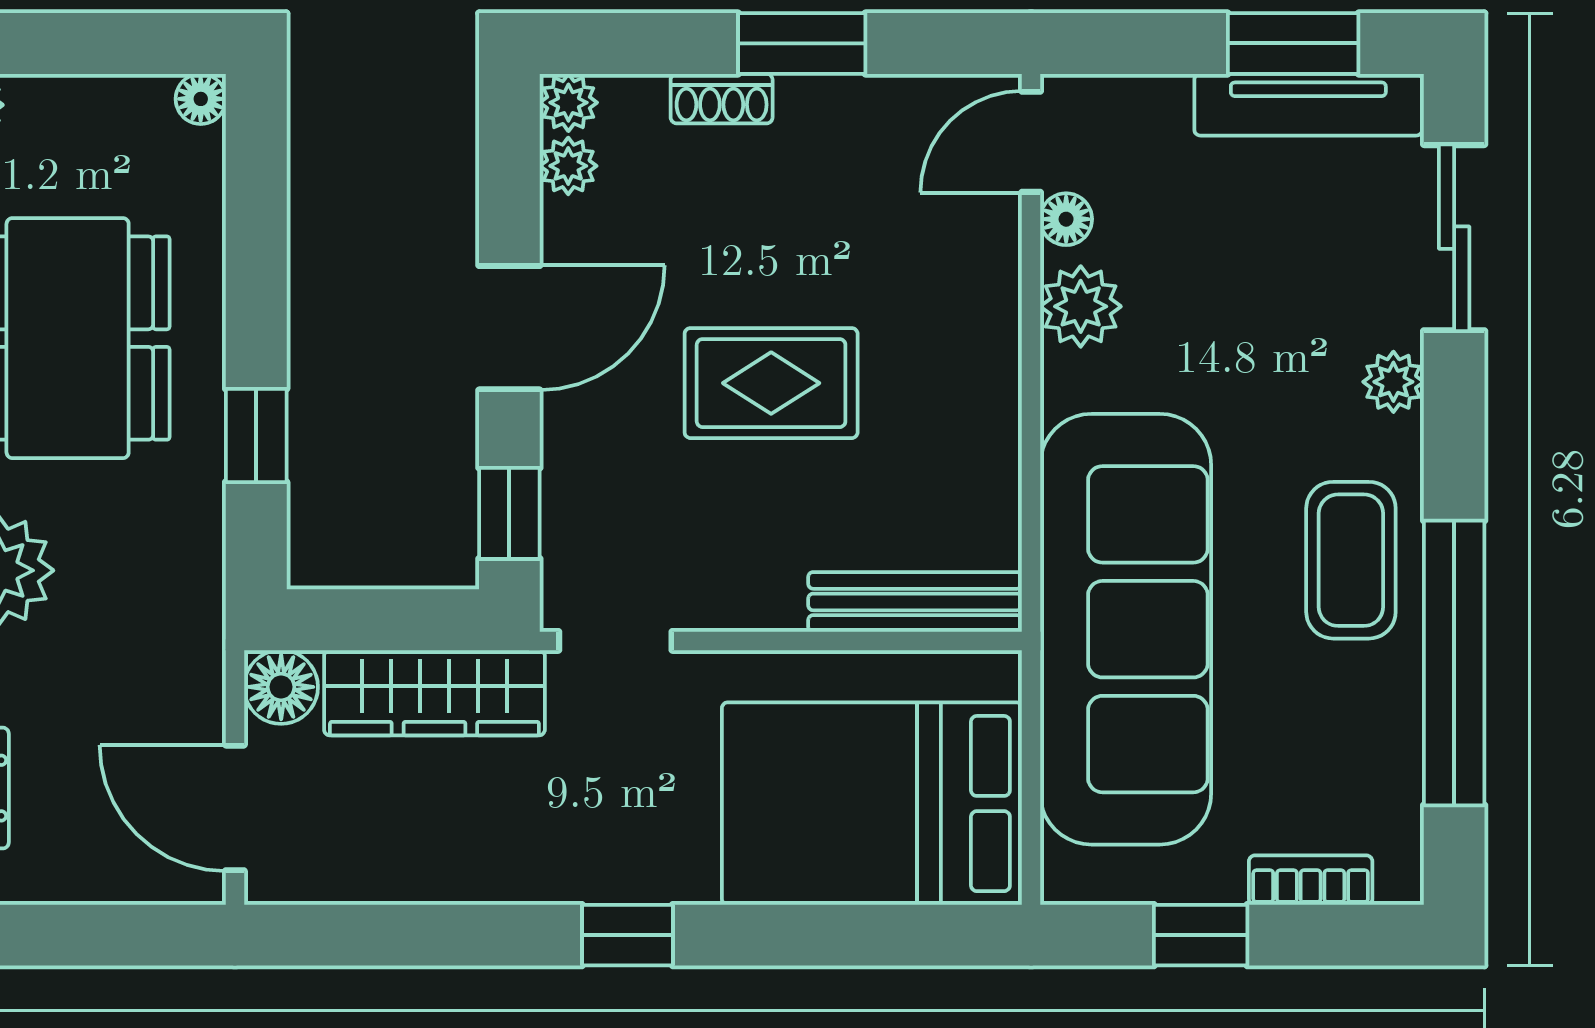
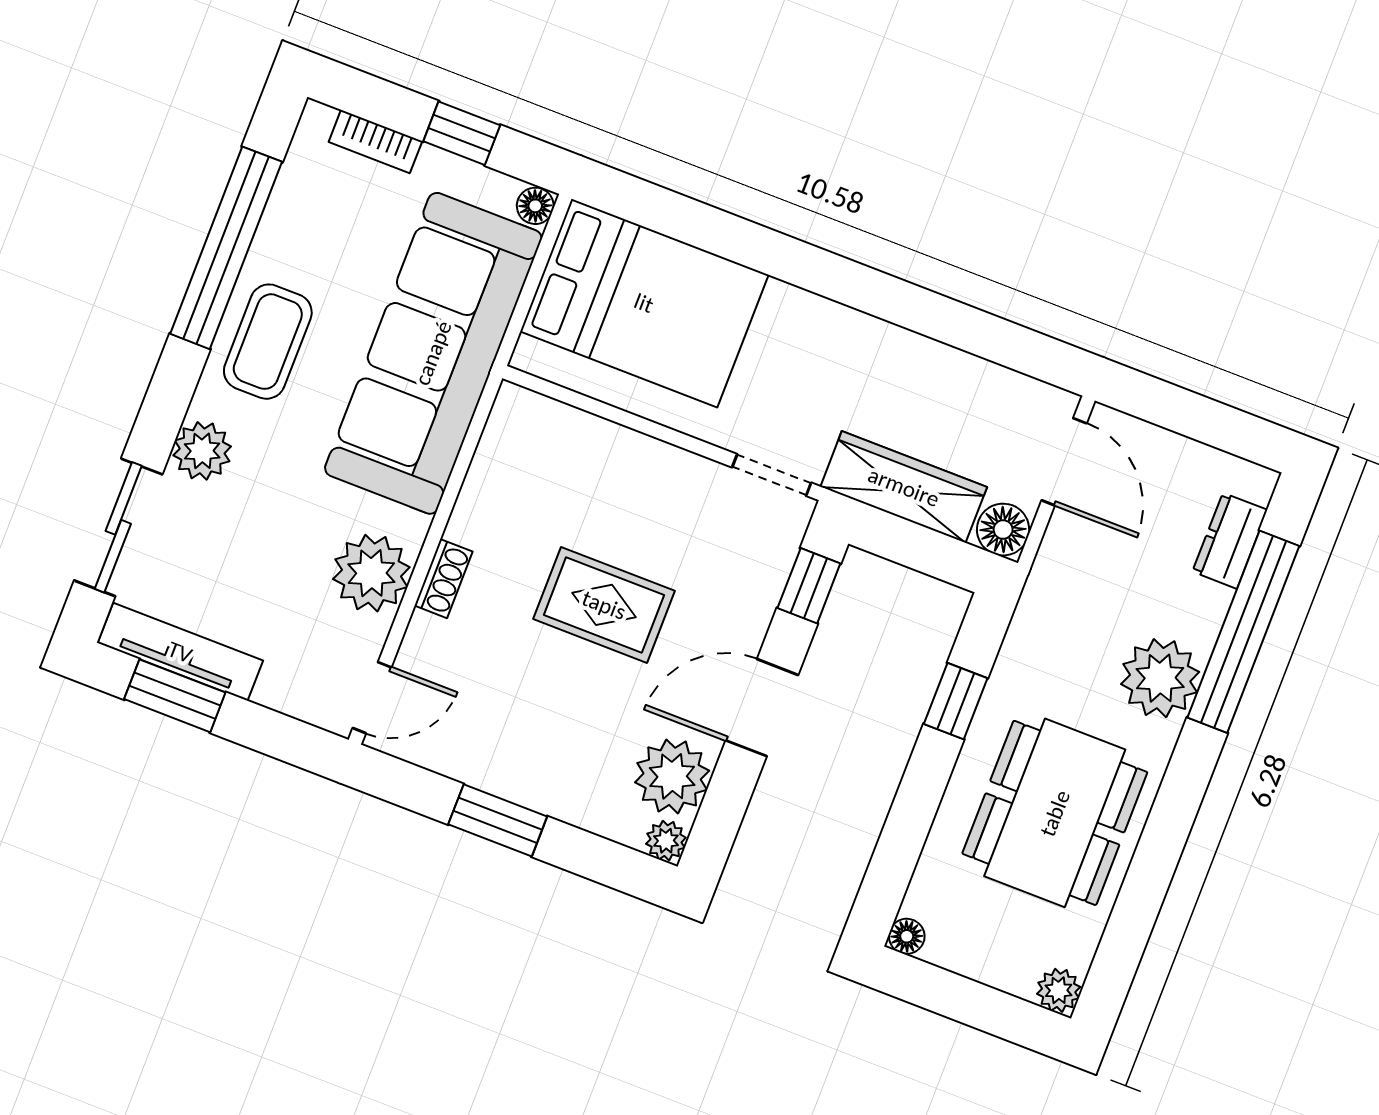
shoe rack: (722, 99) -> (443, 579), moved, turned 90
plant: (568, 166) -> (672, 776), width x1.87, depth x1.87
floor lamp: (1066, 219) -> (535, 206), moved
plant: (1081, 306) -> (371, 573), width x1.36, depth x1.36
plant: (1393, 382) -> (202, 451), width x1.38, depth x1.38
bench: (915, 602) -> (565, 425), removed
window: (627, 935) -> (838, 279), removed

